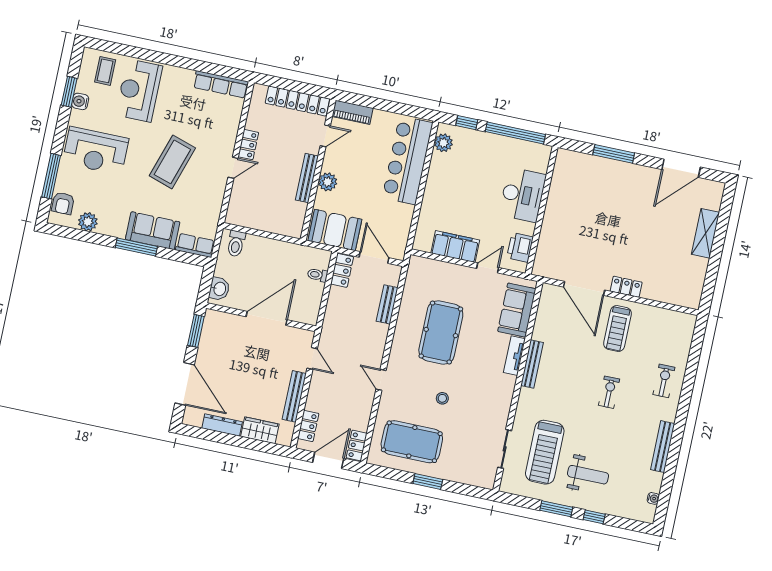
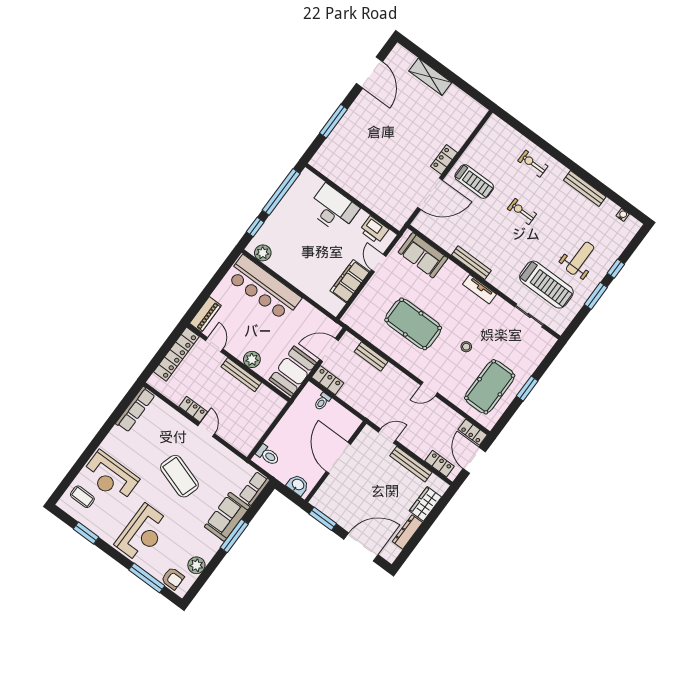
water cooler: (80, 101) -> (98, 528), removed
tv unit: (514, 356) -> (480, 289), moved

